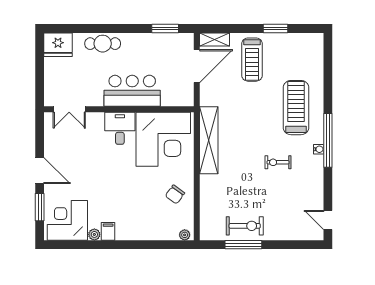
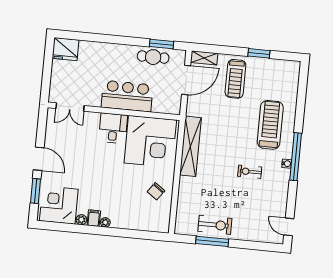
cafe table: (103, 44) -> (153, 57), moved
plant: (185, 235) -> (105, 222), moved

